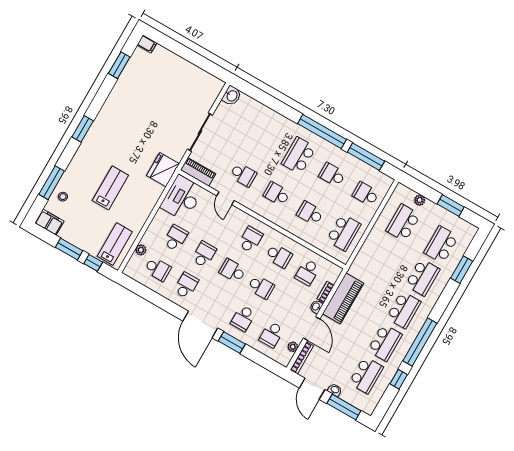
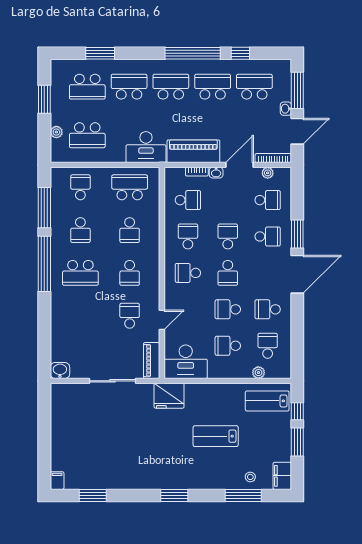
school desk: (366, 194) -> (80, 187), turned 180
desk: (368, 263) -> (146, 147), added

